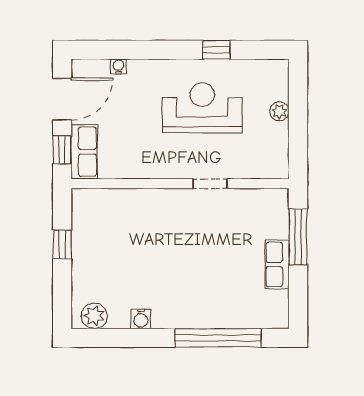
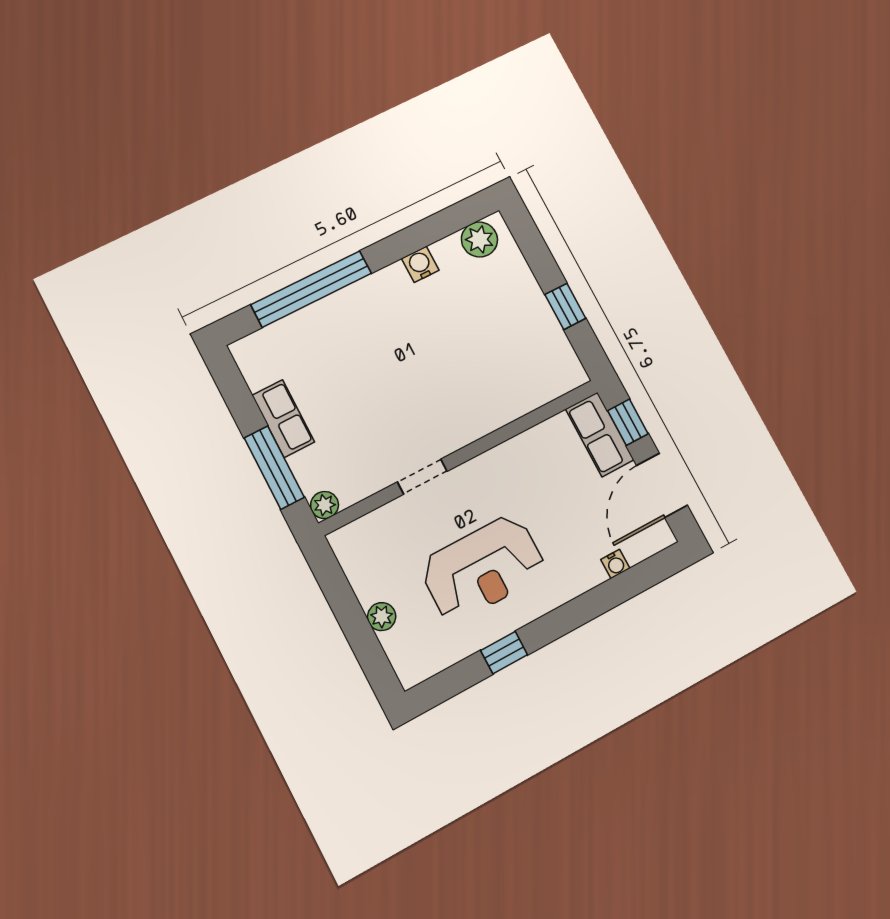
plant: (279, 198) -> (325, 505), added

